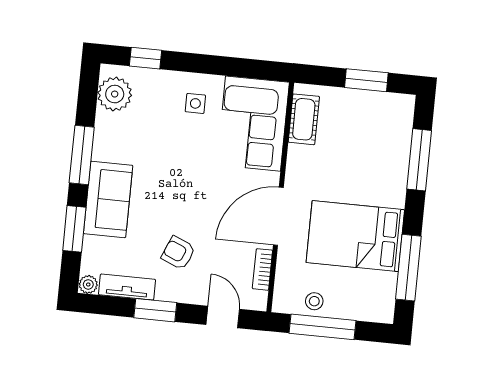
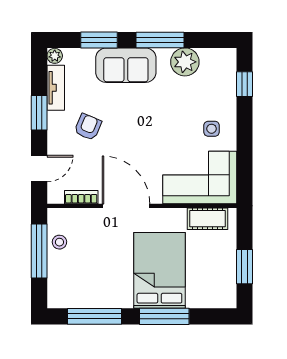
plant: (115, 94) -> (185, 62), moved
window: (419, 160) -> (164, 316), moved
bed: (355, 236) -> (159, 270), moved

